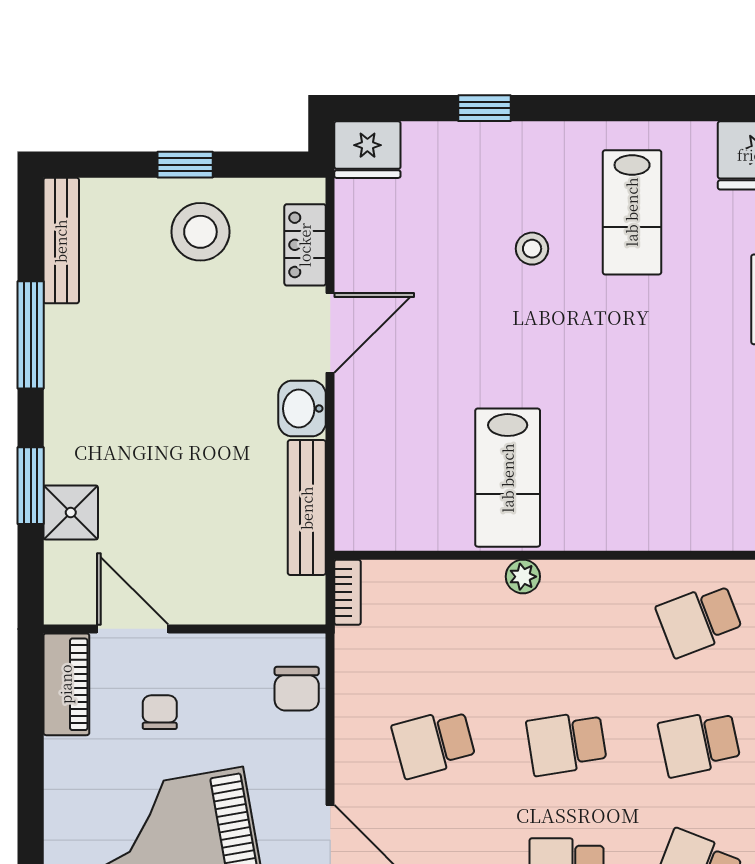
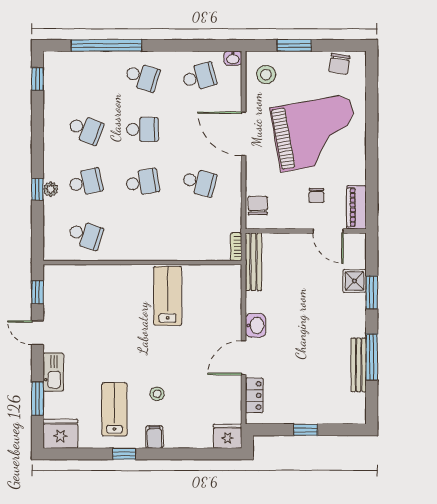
window: (485, 108) -> (124, 454), moved
filing cabinet: (538, 148) -> (154, 437), added
stool: (200, 232) -> (299, 401), removed
bench: (61, 241) -> (359, 365), moved
bench: (307, 508) -> (254, 262), moved
plant: (523, 577) -> (161, 254), removed
school desk: (699, 620) -> (86, 235), turned 39
school desk: (434, 743) -> (199, 182), turned 30

